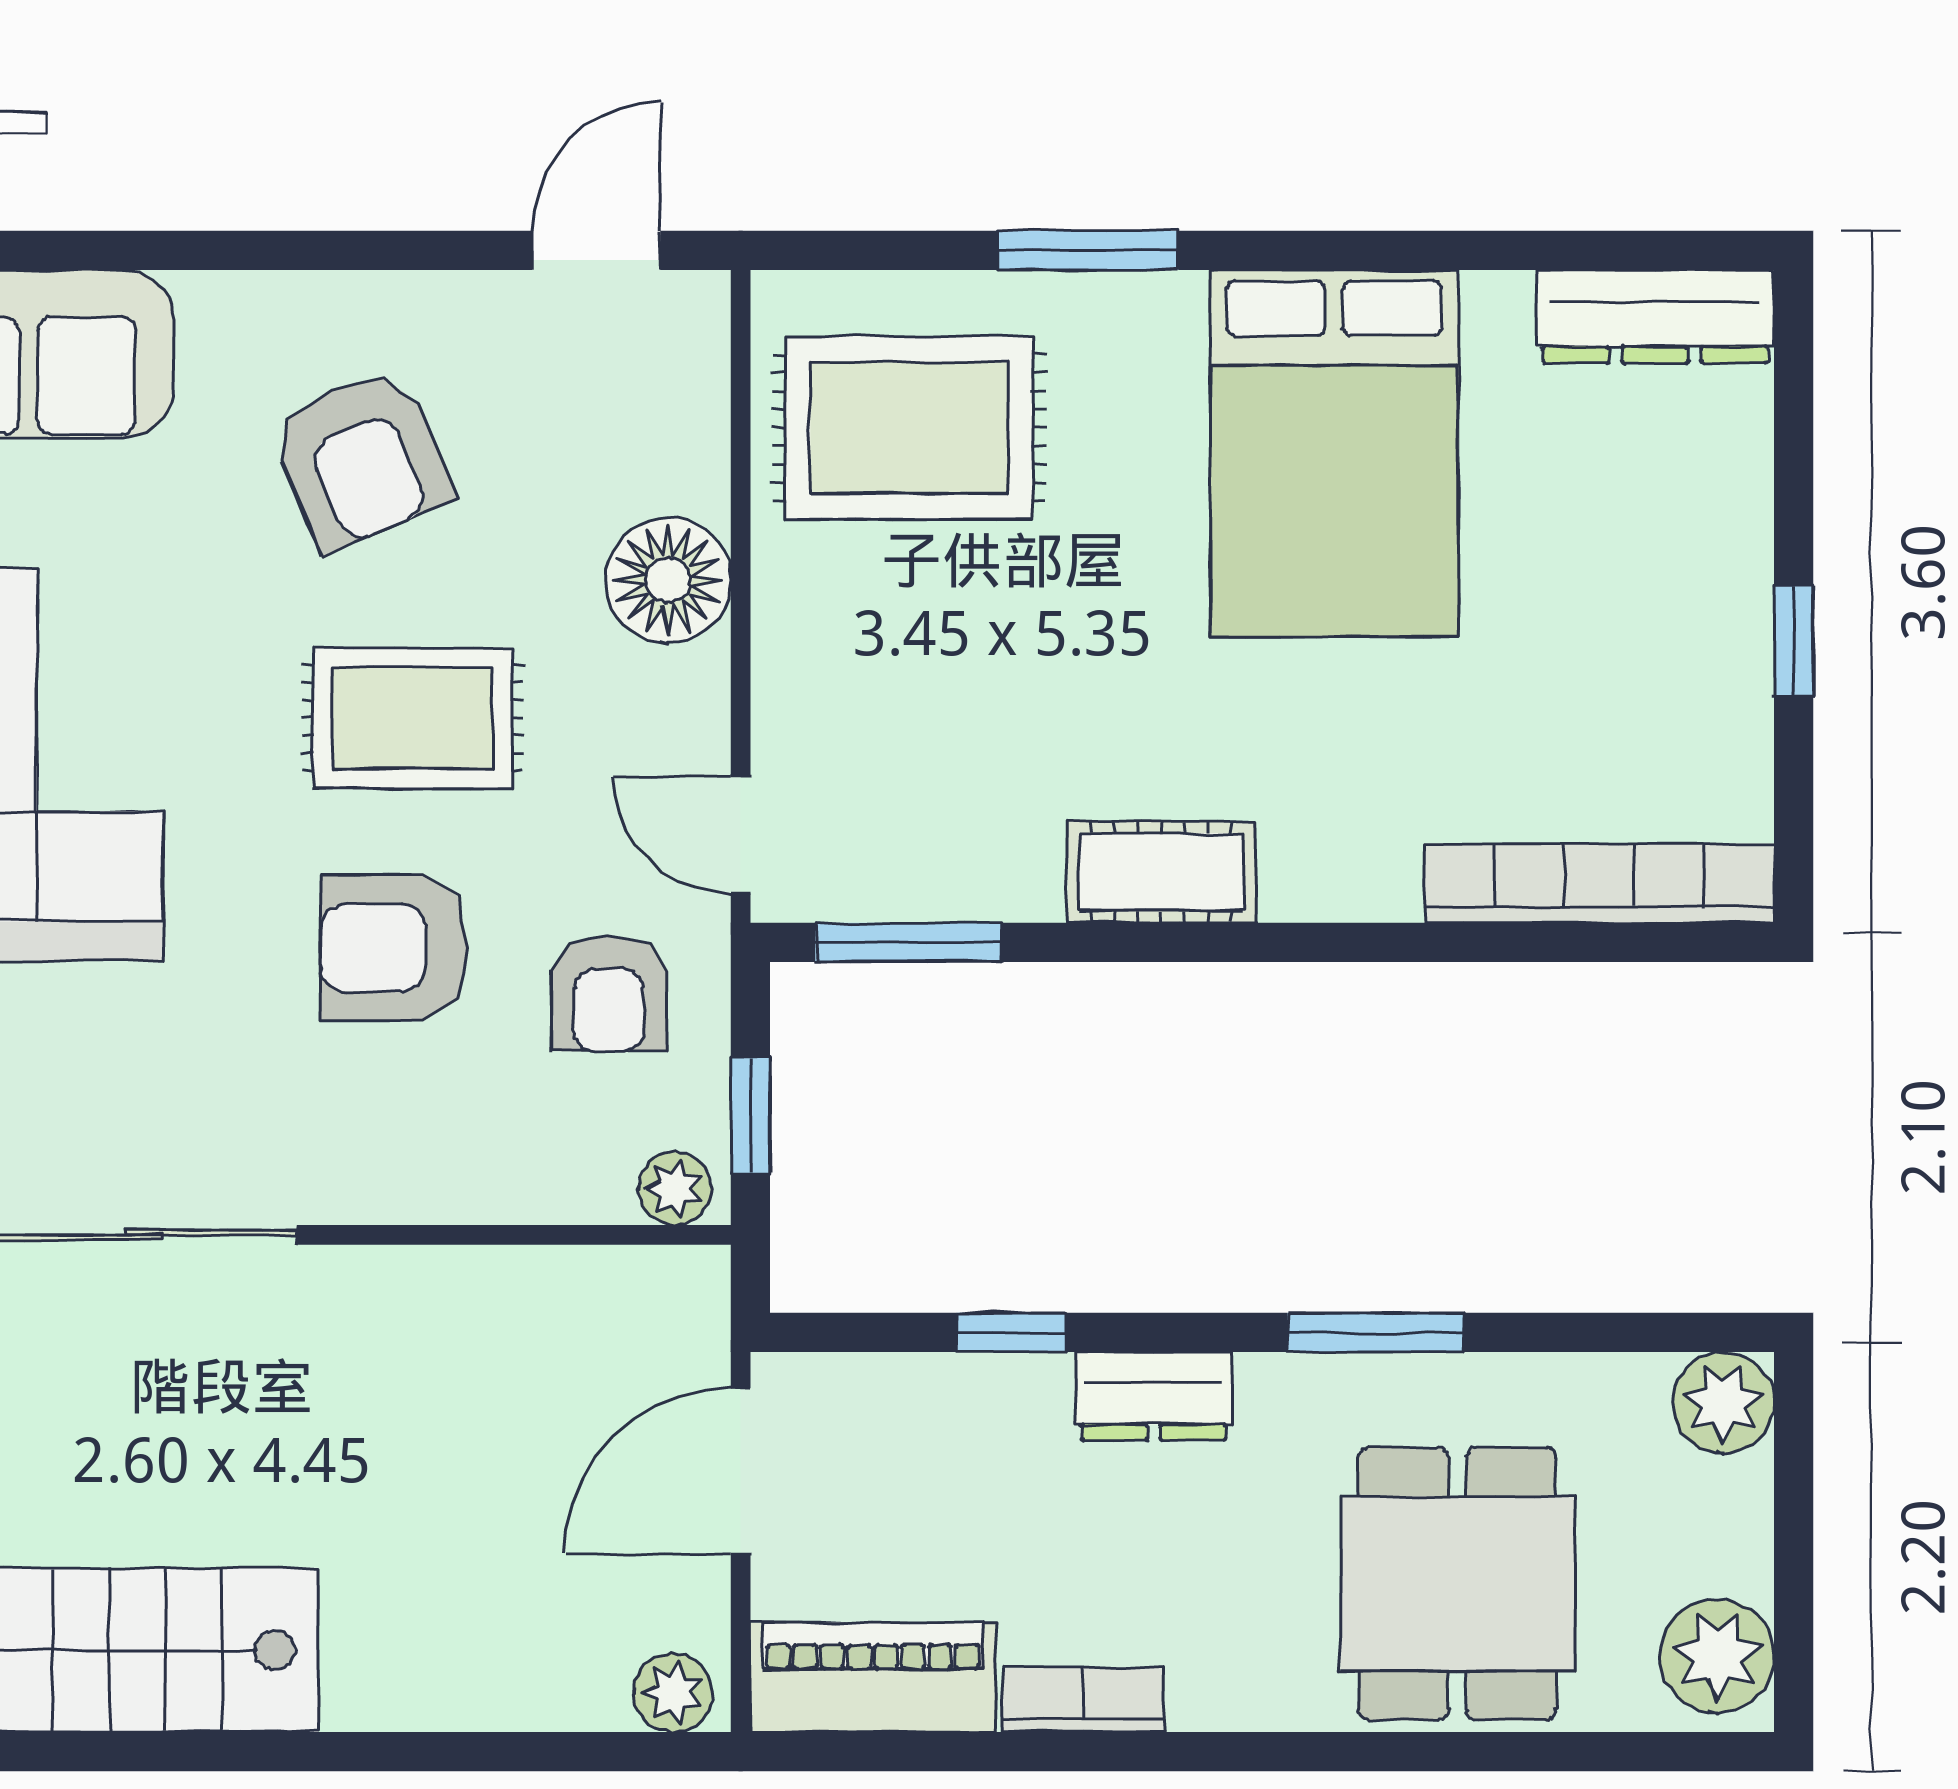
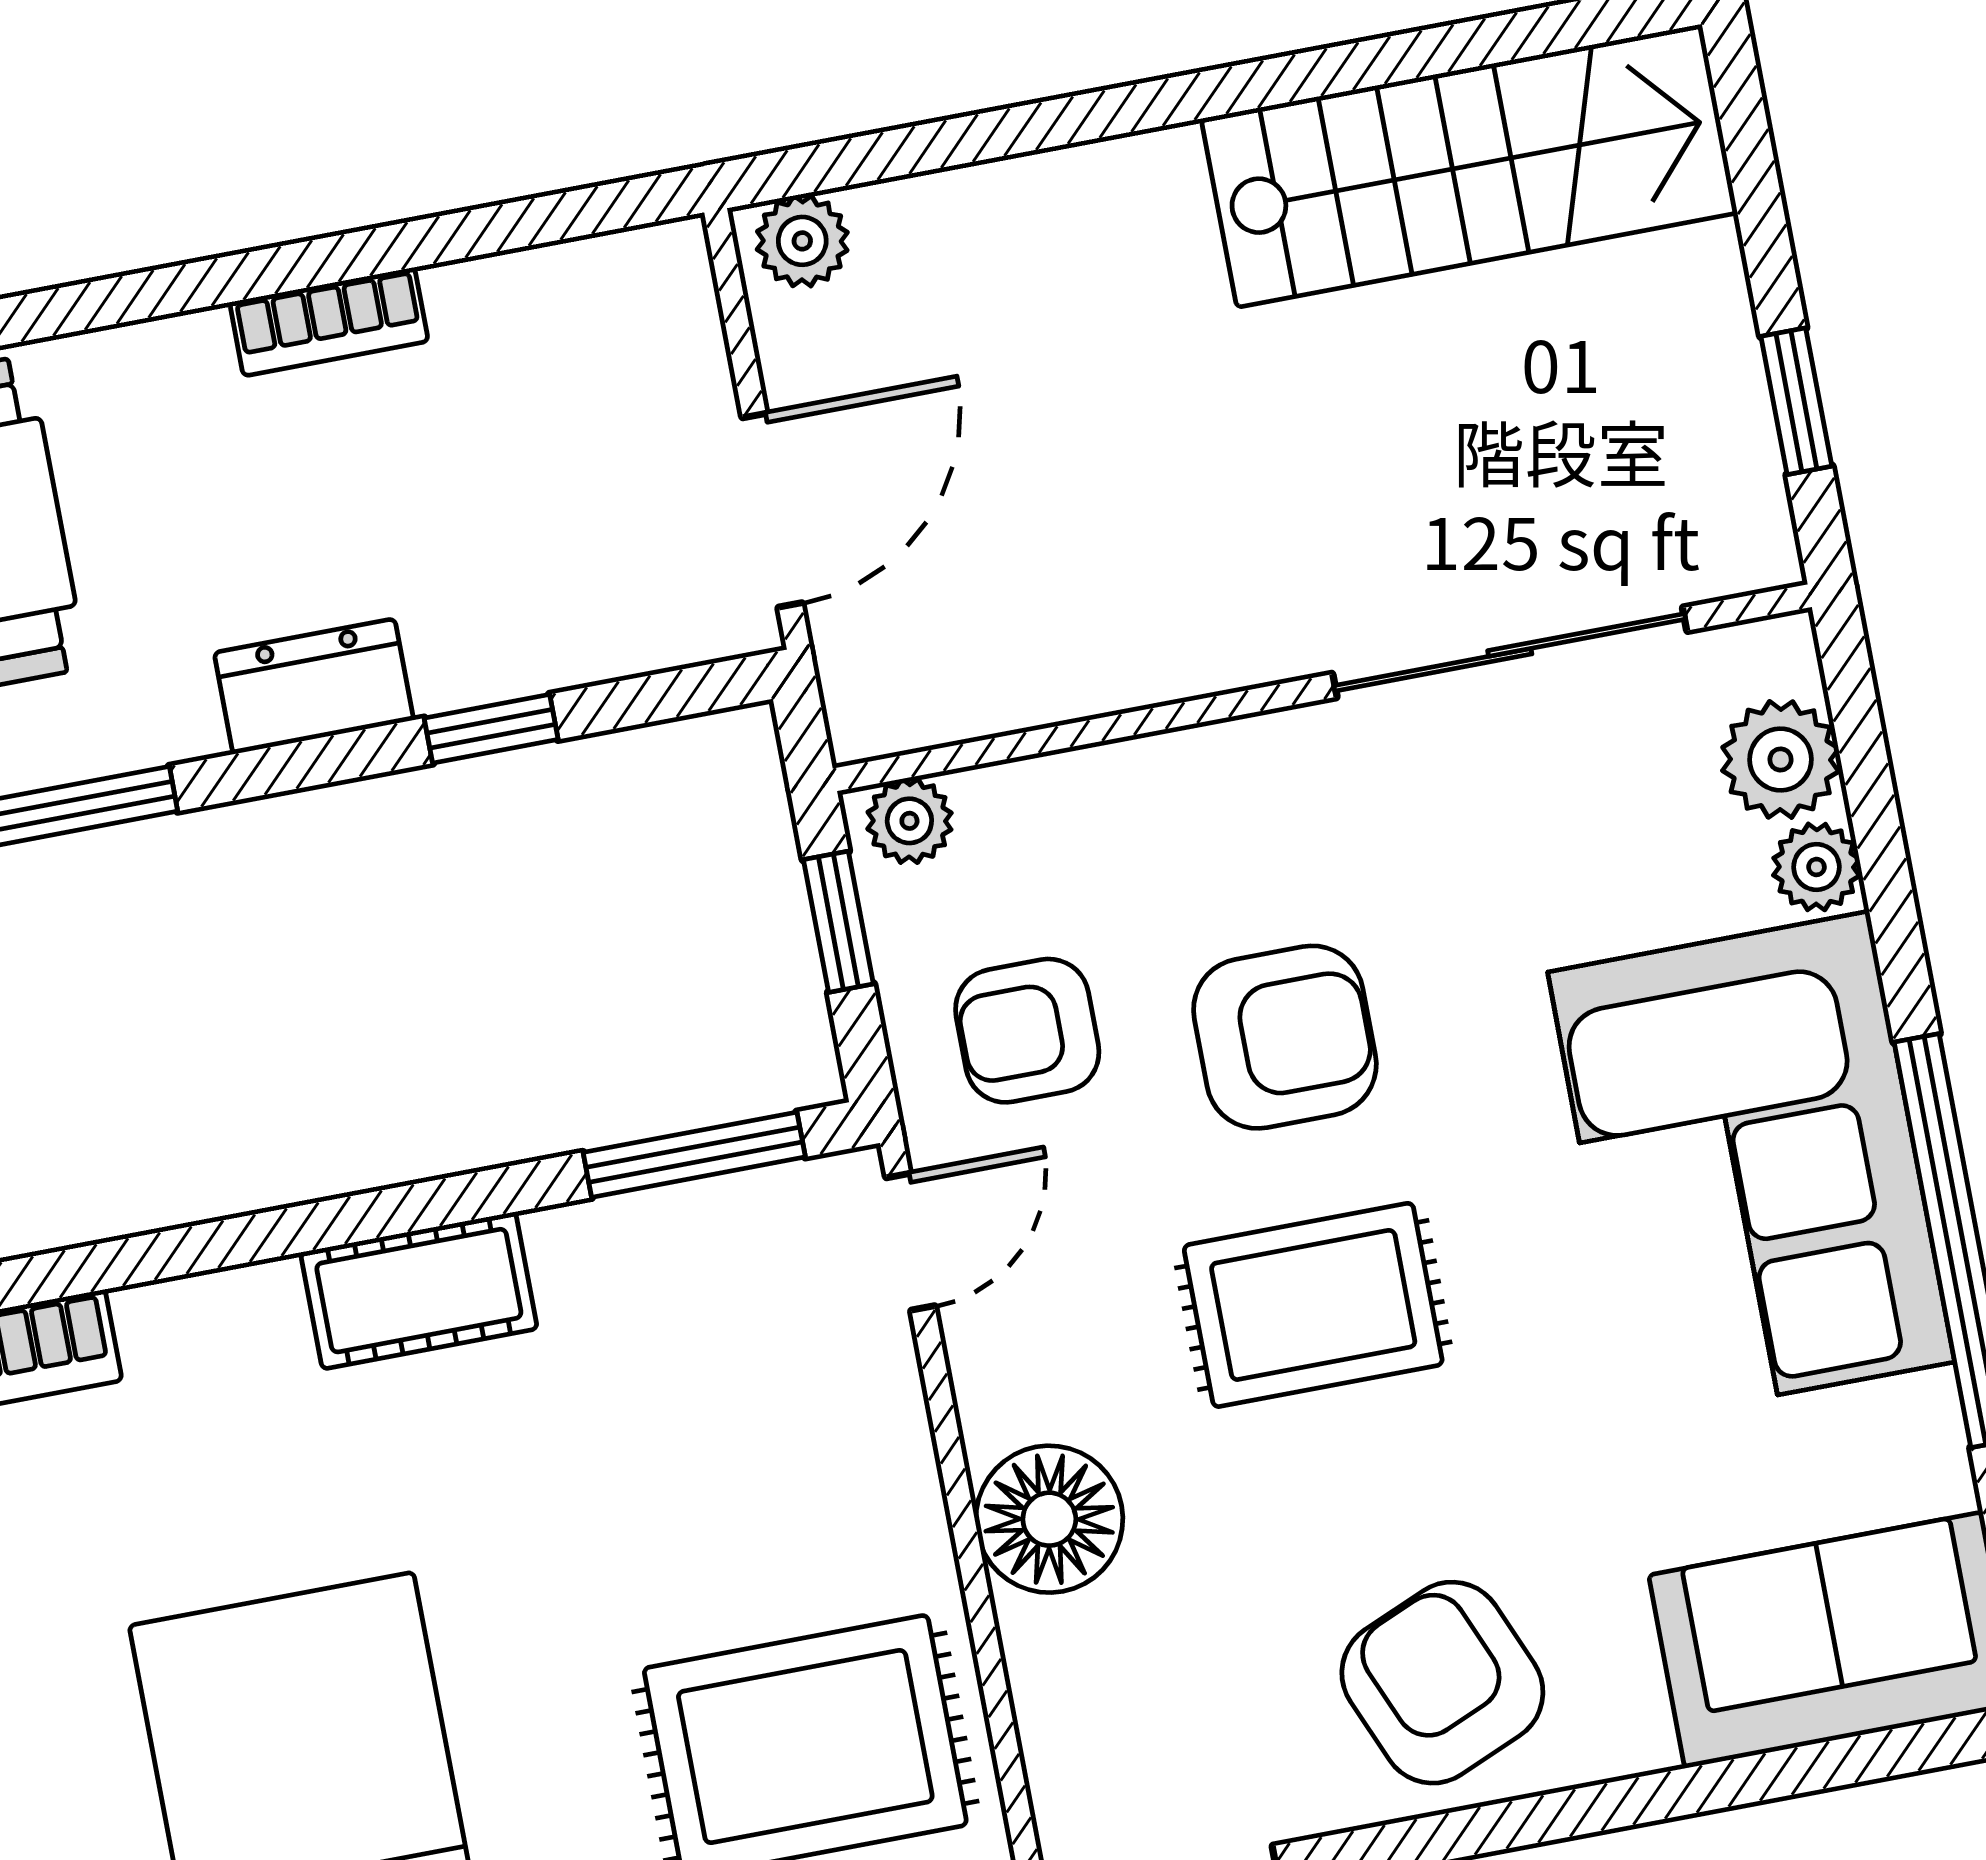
armchair: (361, 459) -> (1442, 1683), moved
door: (741, 835) -> (910, 1242), hinge flipped
armchair: (609, 994) -> (1027, 1031), turned -90
piano: (873, 1678) -> (576, 302), removed

